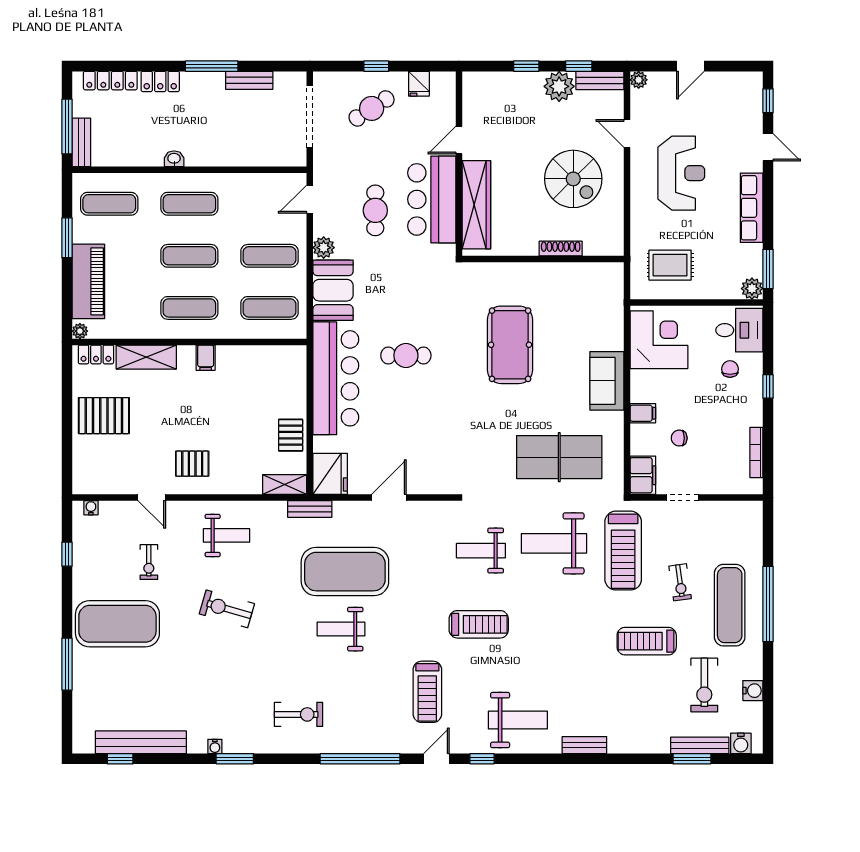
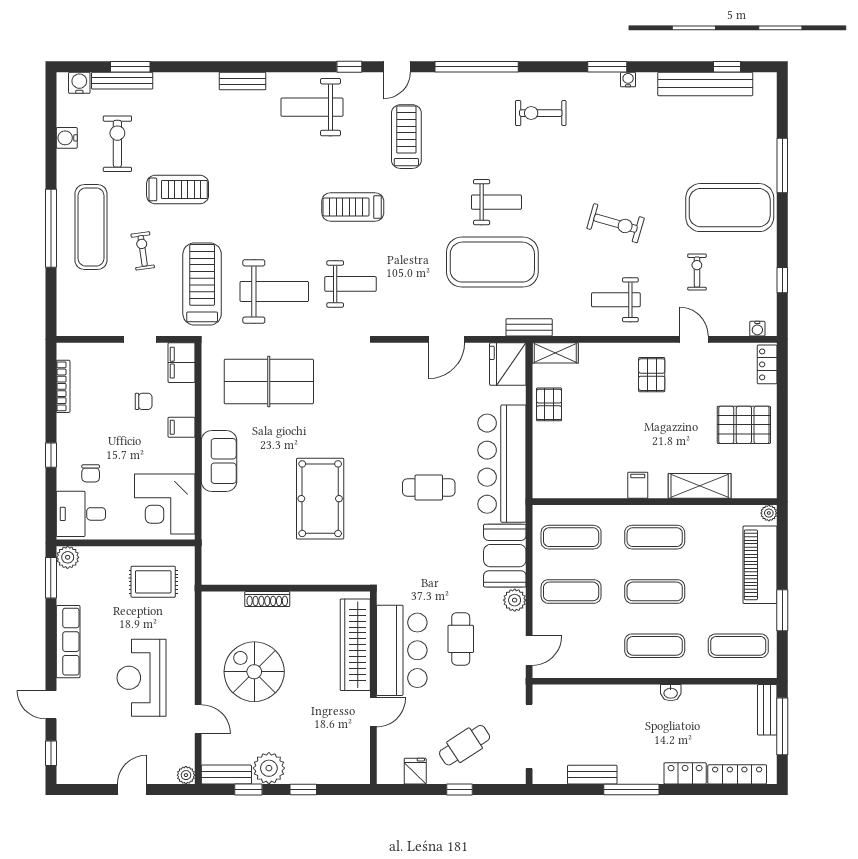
locker: (96, 354) -> (767, 364), moved, turned -90
pallet: (192, 464) -> (652, 375), turned 90

